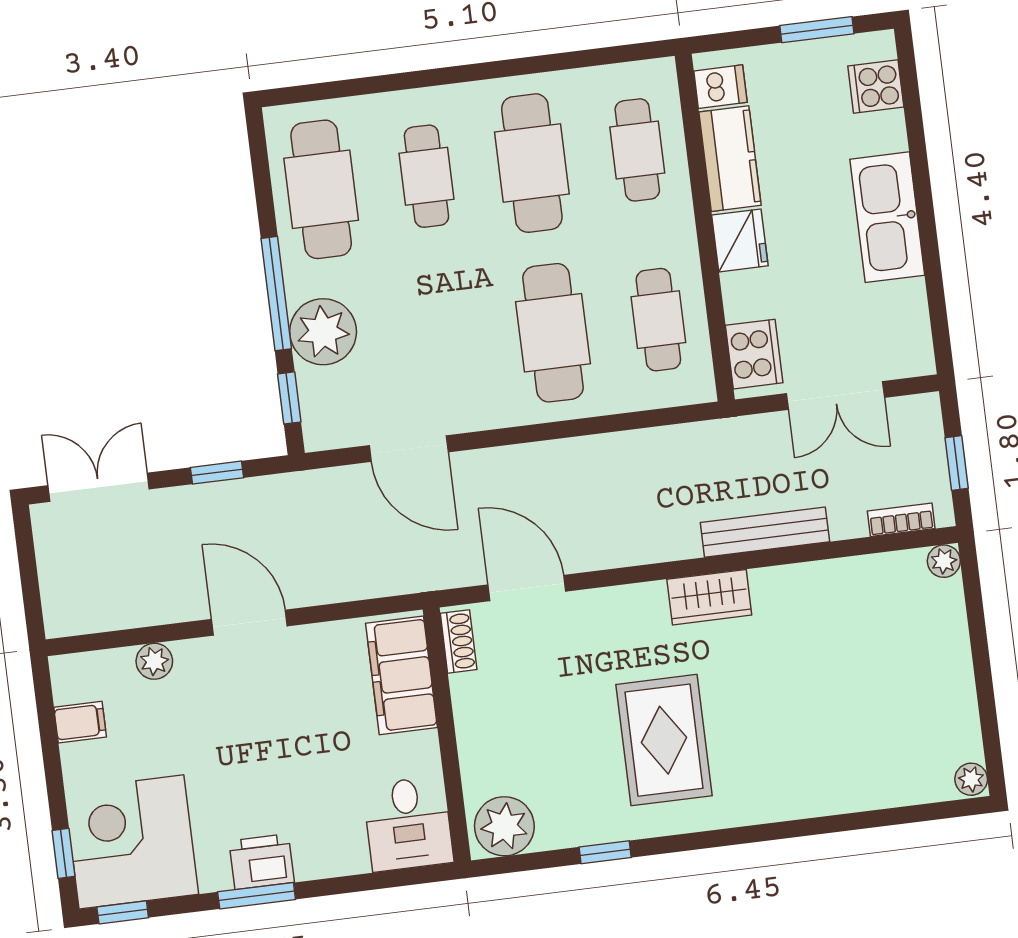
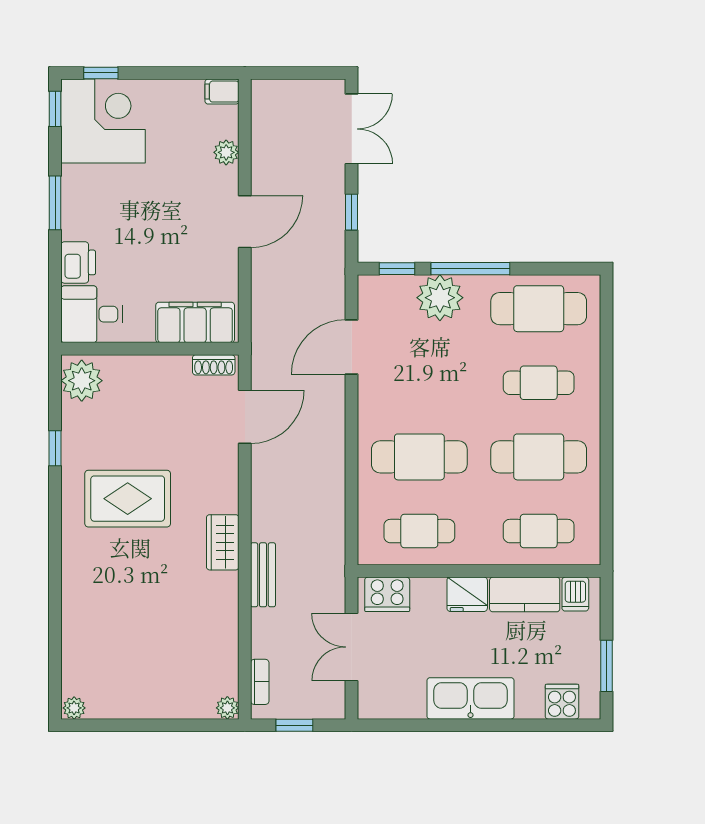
bench: (765, 532) -> (263, 575), width x0.73
filing cabinet: (80, 722) -> (222, 92), moved, turned 90
printer: (262, 862) -> (78, 262), moved

